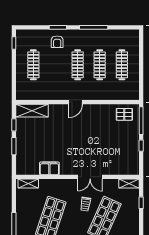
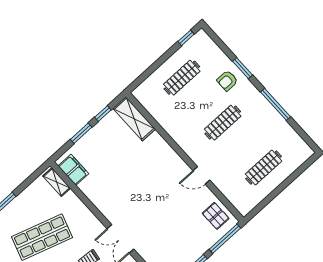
clothes rail: (100, 65) -> (243, 145), removed
door: (75, 102) -> (201, 175), moved
filing cabinet: (49, 168) -> (73, 170), moved

